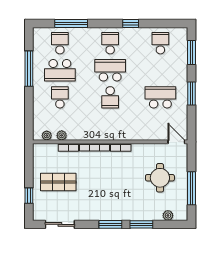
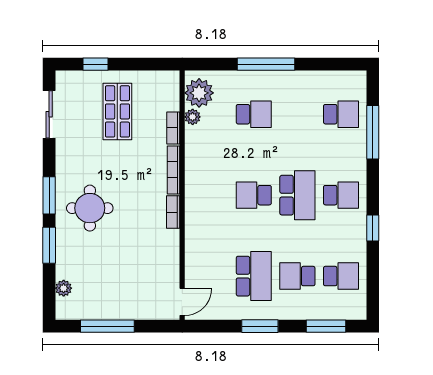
window: (29, 69) -> (266, 64), moved
school desk: (60, 70) -> (297, 276), moved, width x0.54
plant: (47, 135) -> (199, 93), width x1.88, depth x1.88
round table: (160, 178) -> (90, 208), moved

